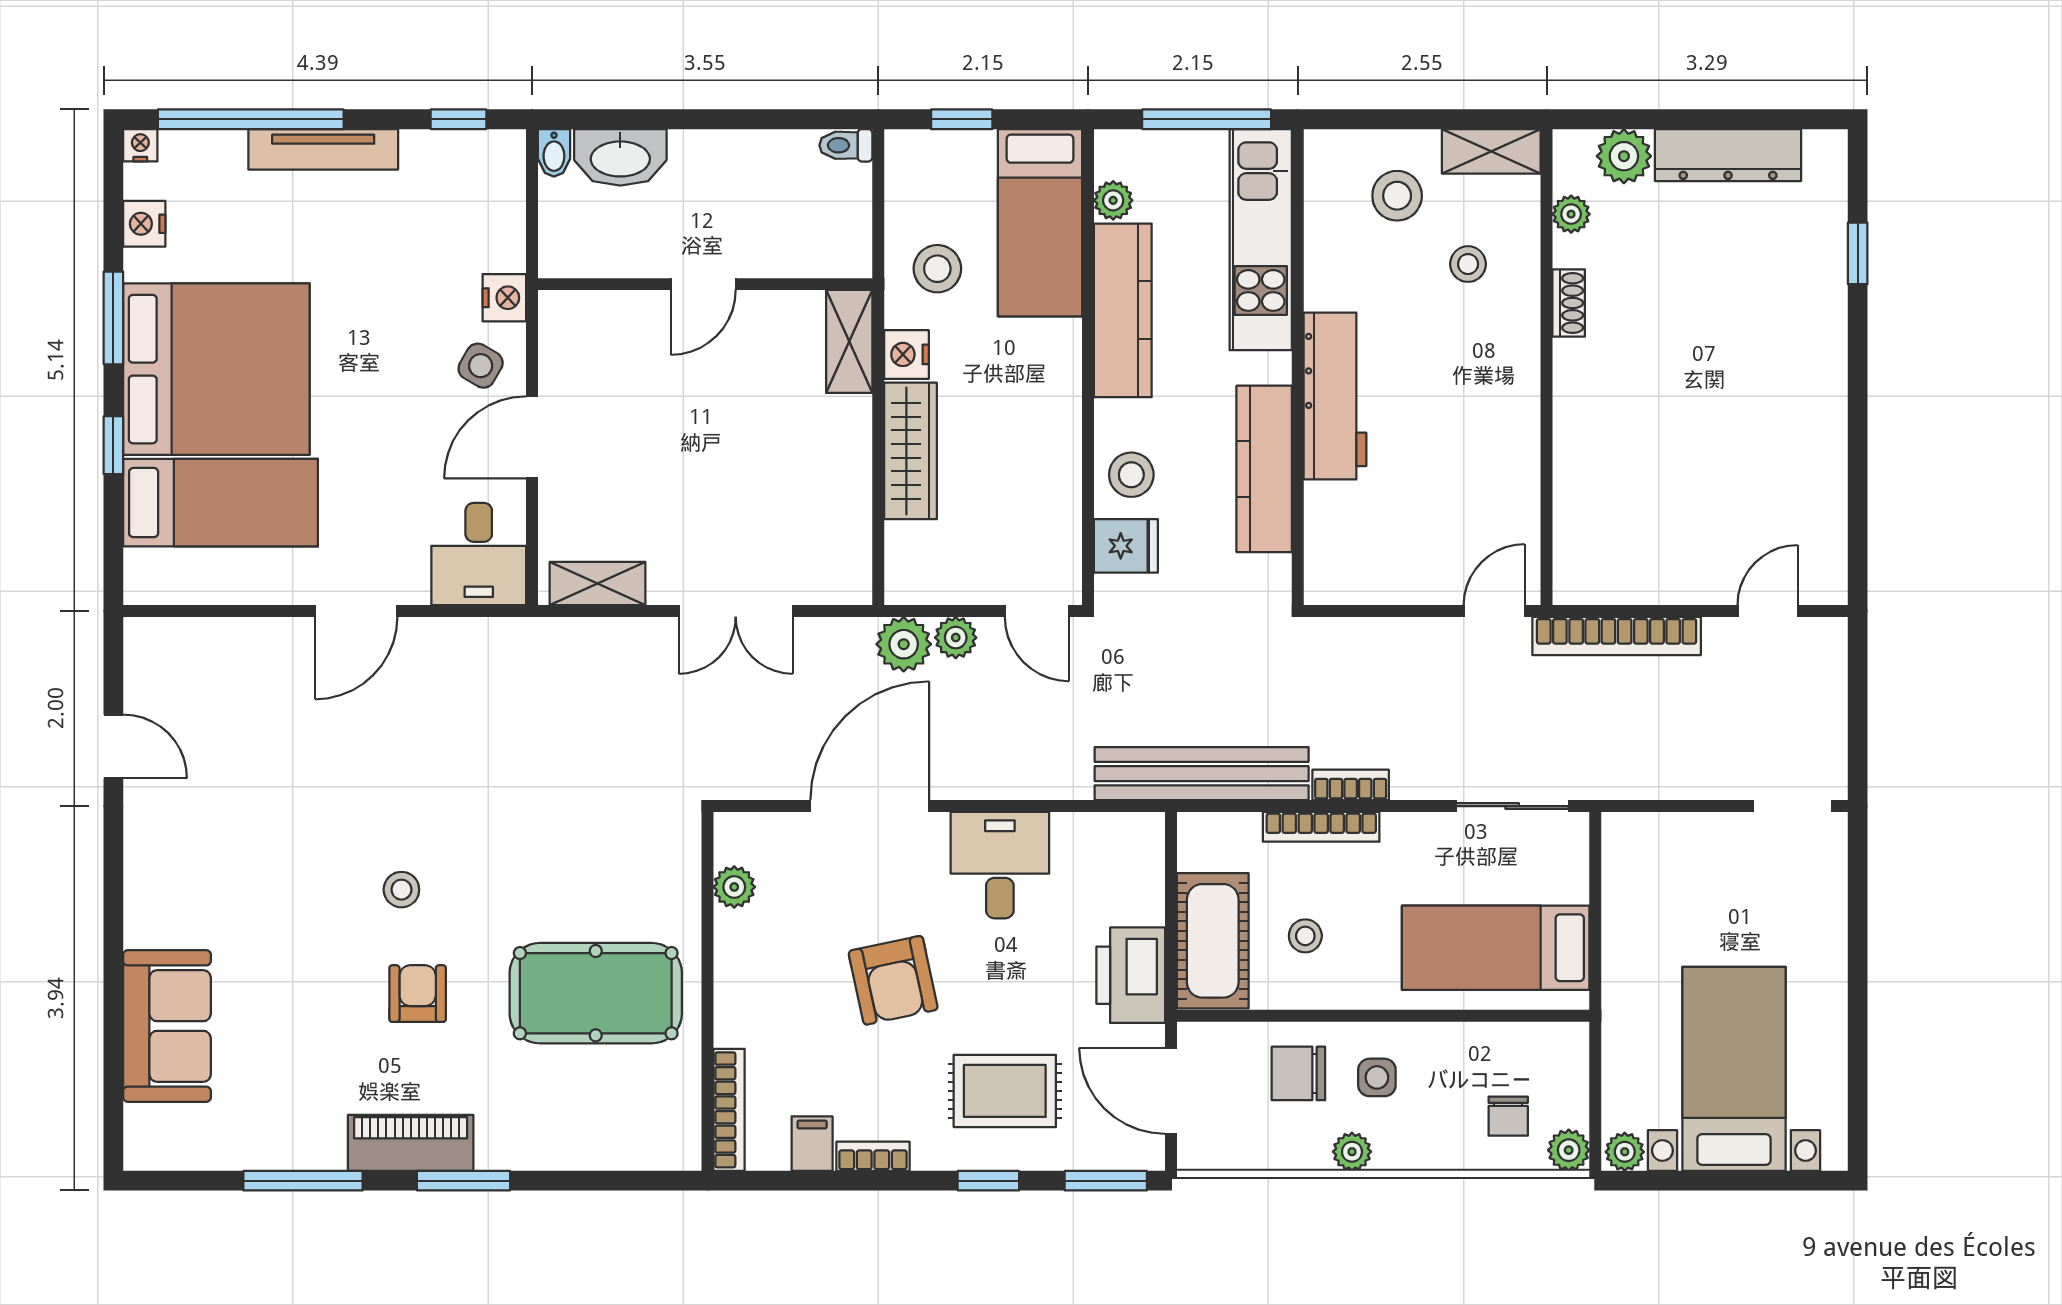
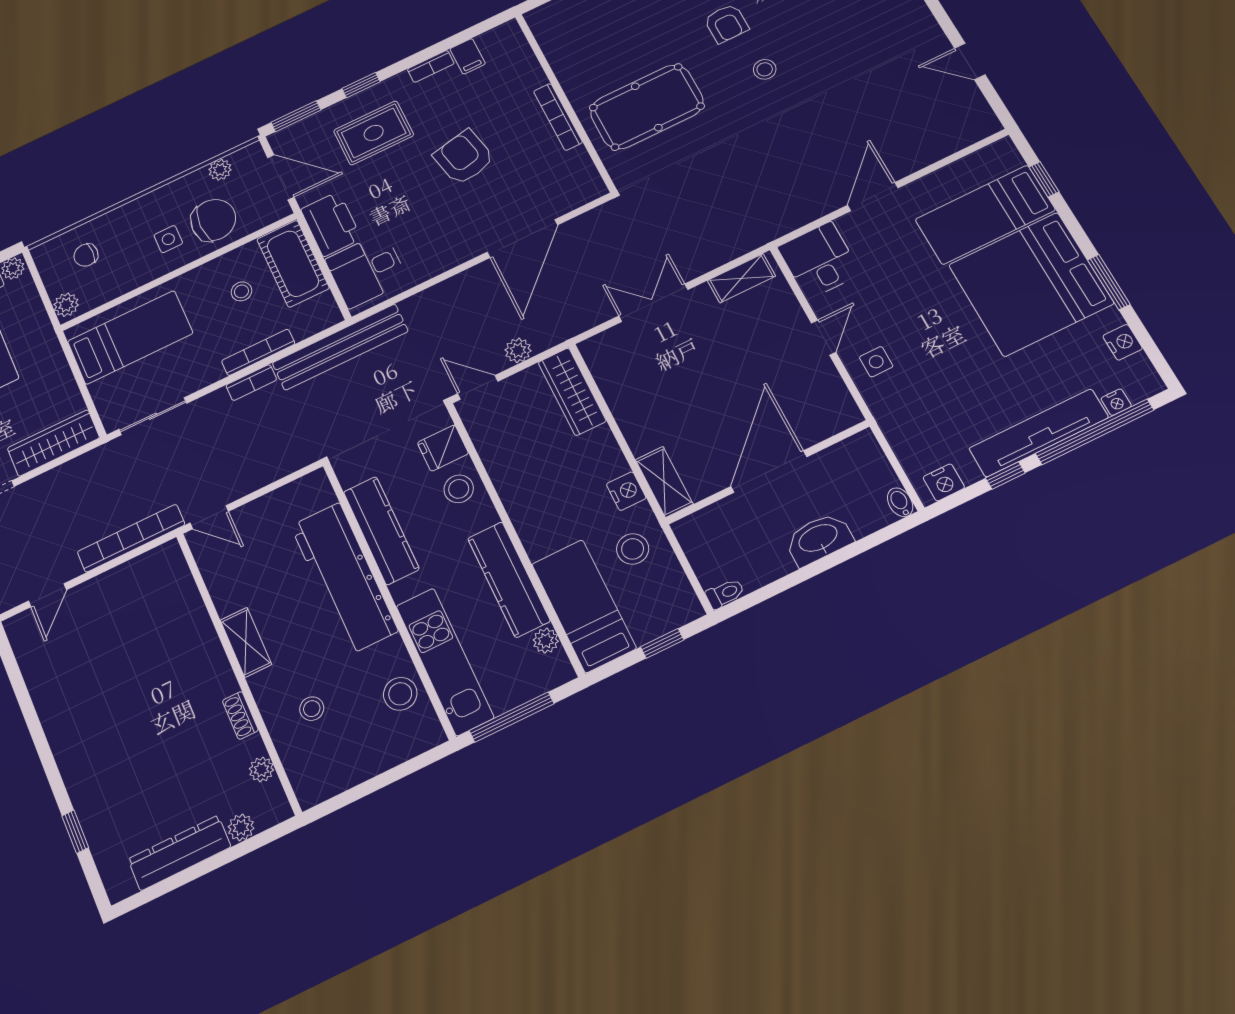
window: (458, 119) -> (1005, 475), moved
nightstand: (140, 145) -> (1116, 402), moved
tv unit: (323, 149) -> (1039, 433), width x1.36, depth x1.29
shelving: (1491, 151) -> (246, 642), moved, turned 90
plant: (1624, 156) -> (241, 827), width x0.73, depth x0.73
washbasin: (620, 157) -> (819, 539), moved
stool: (1397, 196) -> (400, 694), moved
door: (703, 284) -> (769, 472), width x1.87
nightstand: (504, 298) -> (944, 482), moved, turned -90
side table: (481, 366) -> (876, 362), turned -30
workbench: (1335, 396) -> (344, 578), width x1.36, depth x1.32
door: (532, 437) -> (824, 338), width x0.73
window: (113, 445) -> (1044, 179), moved
wardrobe: (910, 451) -> (572, 392), moved
door: (1494, 611) -> (209, 517), hinge flipped
plant: (904, 644) -> (546, 332), removed
wardrobe: (1671, 839) -> (53, 443), added
desk: (1000, 865) -> (367, 270), moved, turned 90
plant: (734, 887) -> (578, 161), removed
pool table: (596, 993) -> (647, 107), moved
chair: (1298, 1073) -> (213, 220), width x1.37, depth x1.37
bookcase: (729, 1110) -> (558, 117), moved
chair: (1508, 1116) -> (86, 255), turned -90
plant: (1569, 1150) -> (66, 305), moved
plant: (1352, 1152) -> (220, 170), moved

